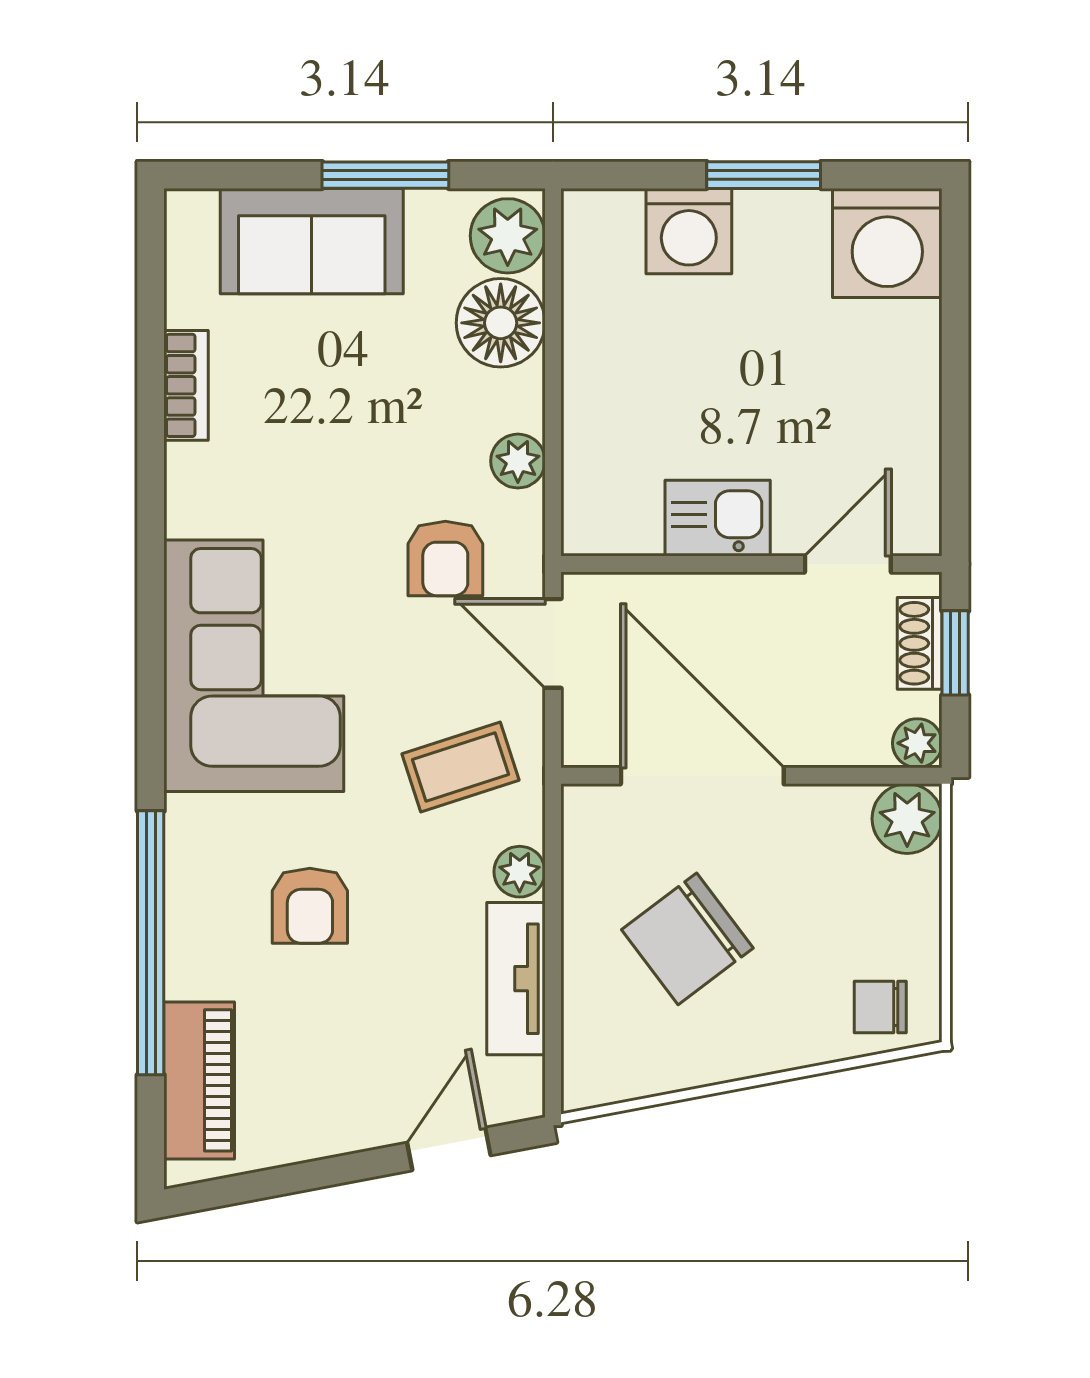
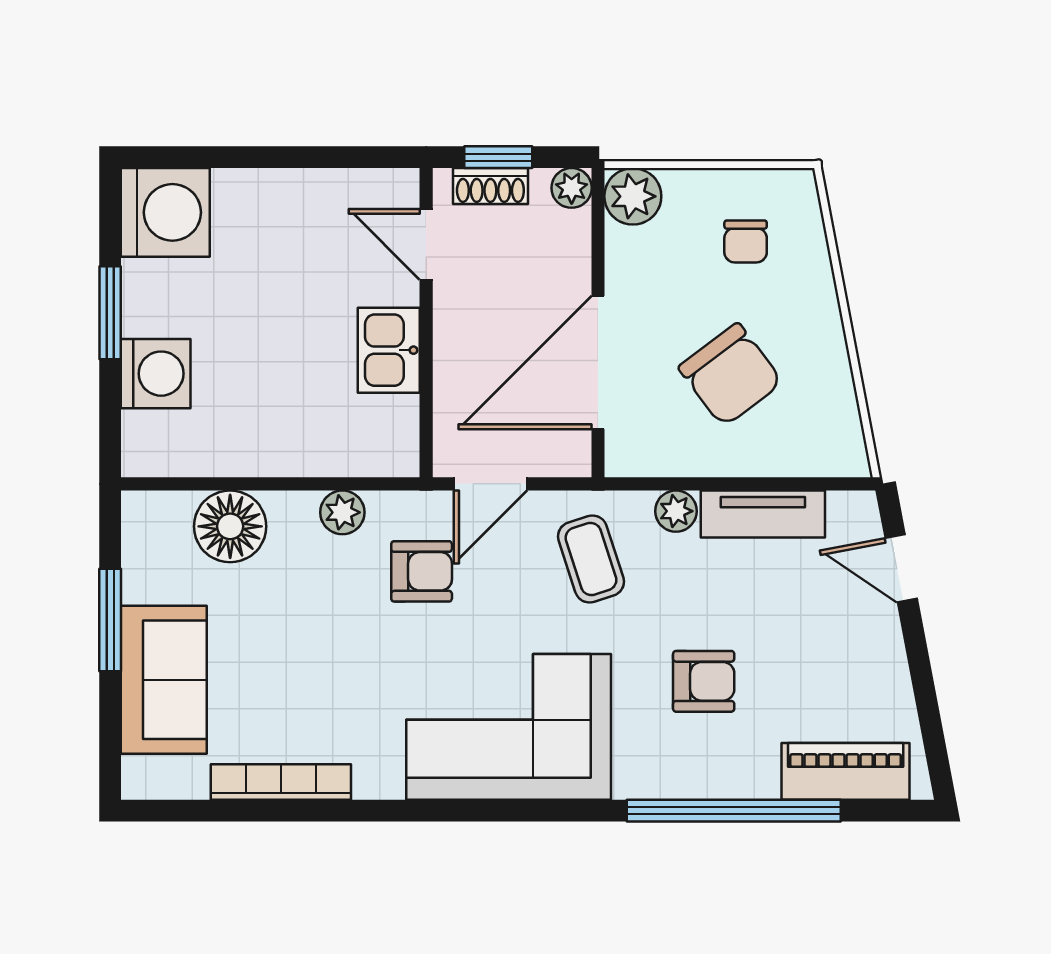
plant: (508, 236) -> (159, 521), removed
bookcase: (186, 385) -> (281, 782), width x1.56
chair: (880, 1007) -> (746, 241), moved

